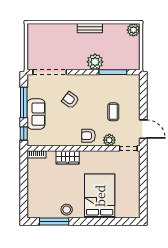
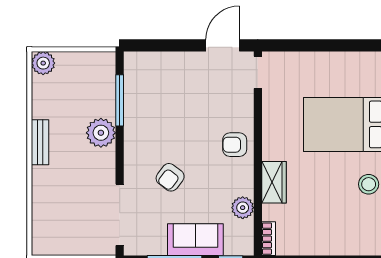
coffee table: (113, 112) -> (191, 100), removed
armchair: (88, 136) -> (235, 145), turned 90
plant: (109, 140) -> (243, 208), moved

